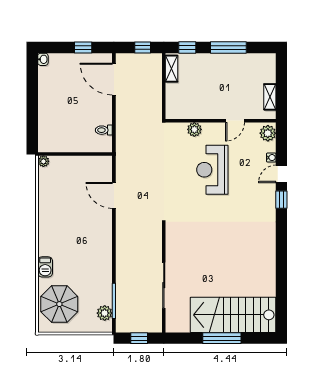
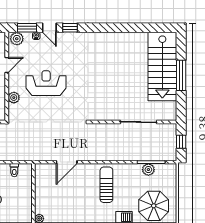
door: (235, 121) -> (7, 65), hinge flipped
window: (281, 146) -> (27, 28), added
reception desk: (212, 170) -> (46, 83), turned 180
sun lounger: (86, 245) -> (106, 185), added
plant: (105, 313) -> (148, 170), moved

